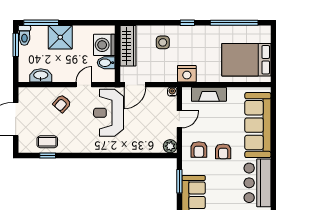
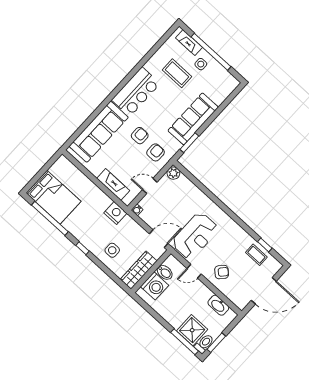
shower: (60, 37) -> (192, 330), moved
bed: (246, 60) -> (53, 197), moved

